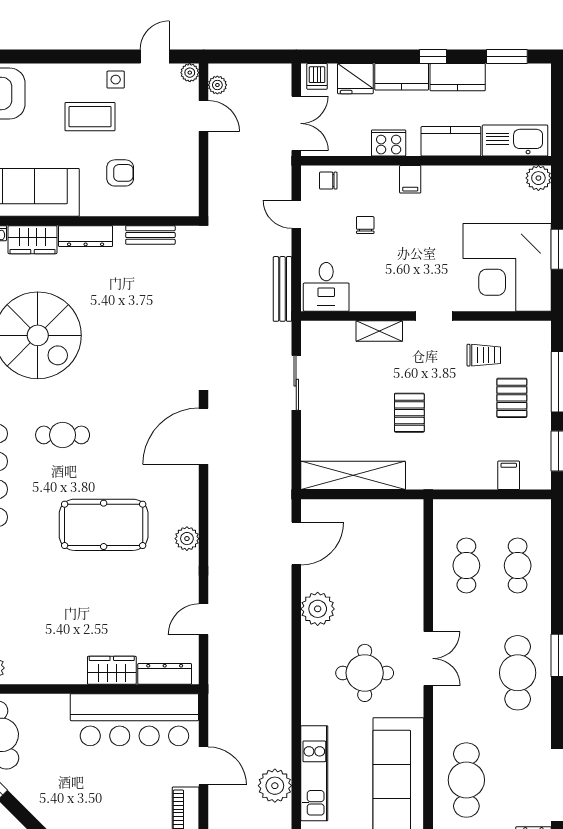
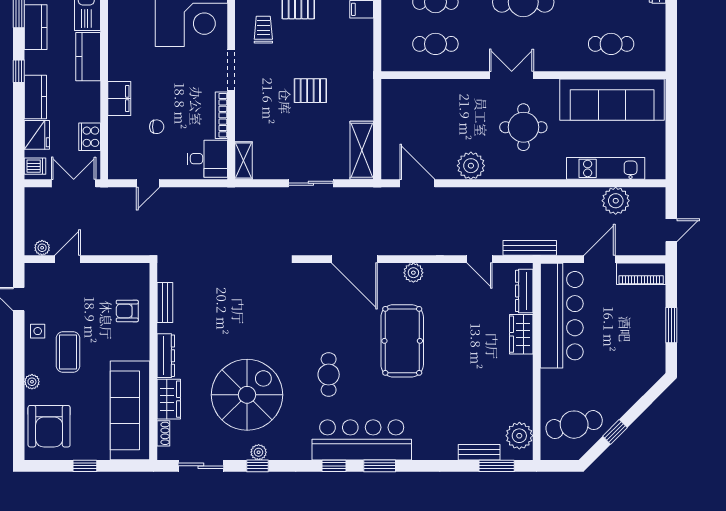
plant: (190, 73) -> (32, 382), moved
kitchen counter: (458, 77) -> (36, 27), moved
cooker: (389, 143) -> (90, 137), moved
armchair: (120, 173) -> (127, 311), moved, turned -90
filing cabinet: (410, 179) -> (119, 98), width x2.00
chair: (328, 181) -> (120, 157), removed
chair: (365, 225) -> (157, 127), turned 180
bench: (283, 289) -> (530, 248), moved
bookcase: (379, 304) -> (221, 115), added
doorway: (434, 316) -> (231, 70), width x1.38
shelving: (379, 331) -> (243, 161), moved
sliding door: (296, 383) -> (311, 183), moved
door: (204, 436) -> (354, 259), moved
shelving: (353, 475) -> (362, 150), width x0.68
cafe table: (466, 780) -> (611, 44), width x0.73, depth x0.74

